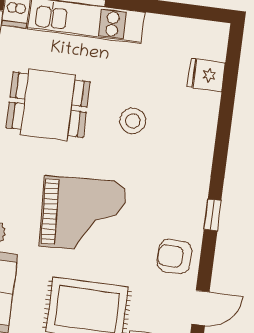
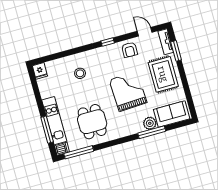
fridge: (206, 75) -> (40, 71), moved
stool: (133, 121) -> (80, 73), moved

